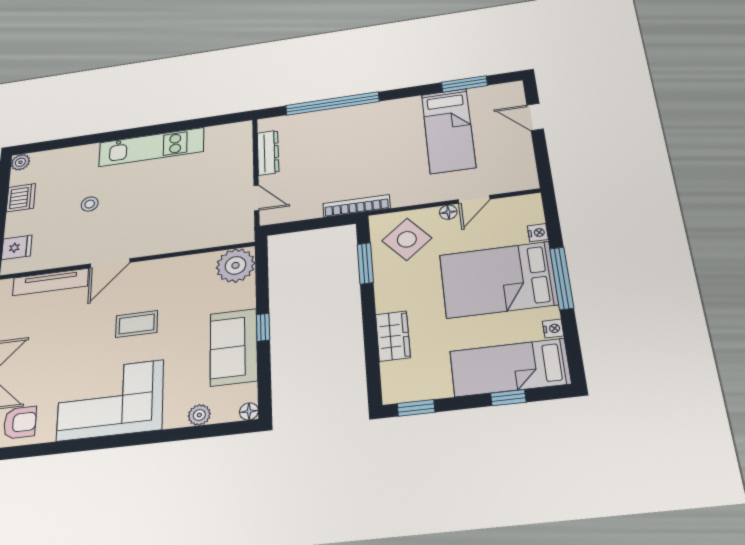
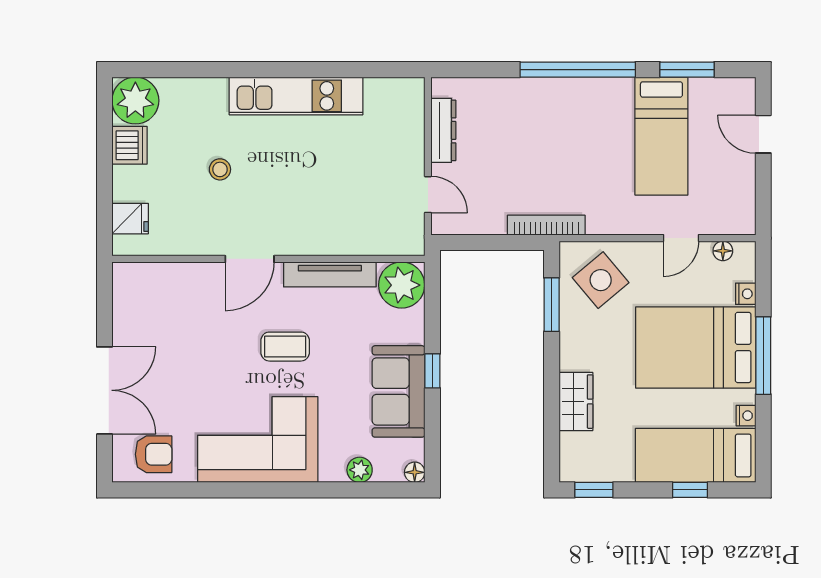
window: (332, 104) -> (578, 70), moved
plant: (20, 162) -> (135, 101), width x1.88, depth x1.88
floor lamp: (448, 212) -> (723, 251), moved
tv unit: (50, 282) -> (330, 274), moved

